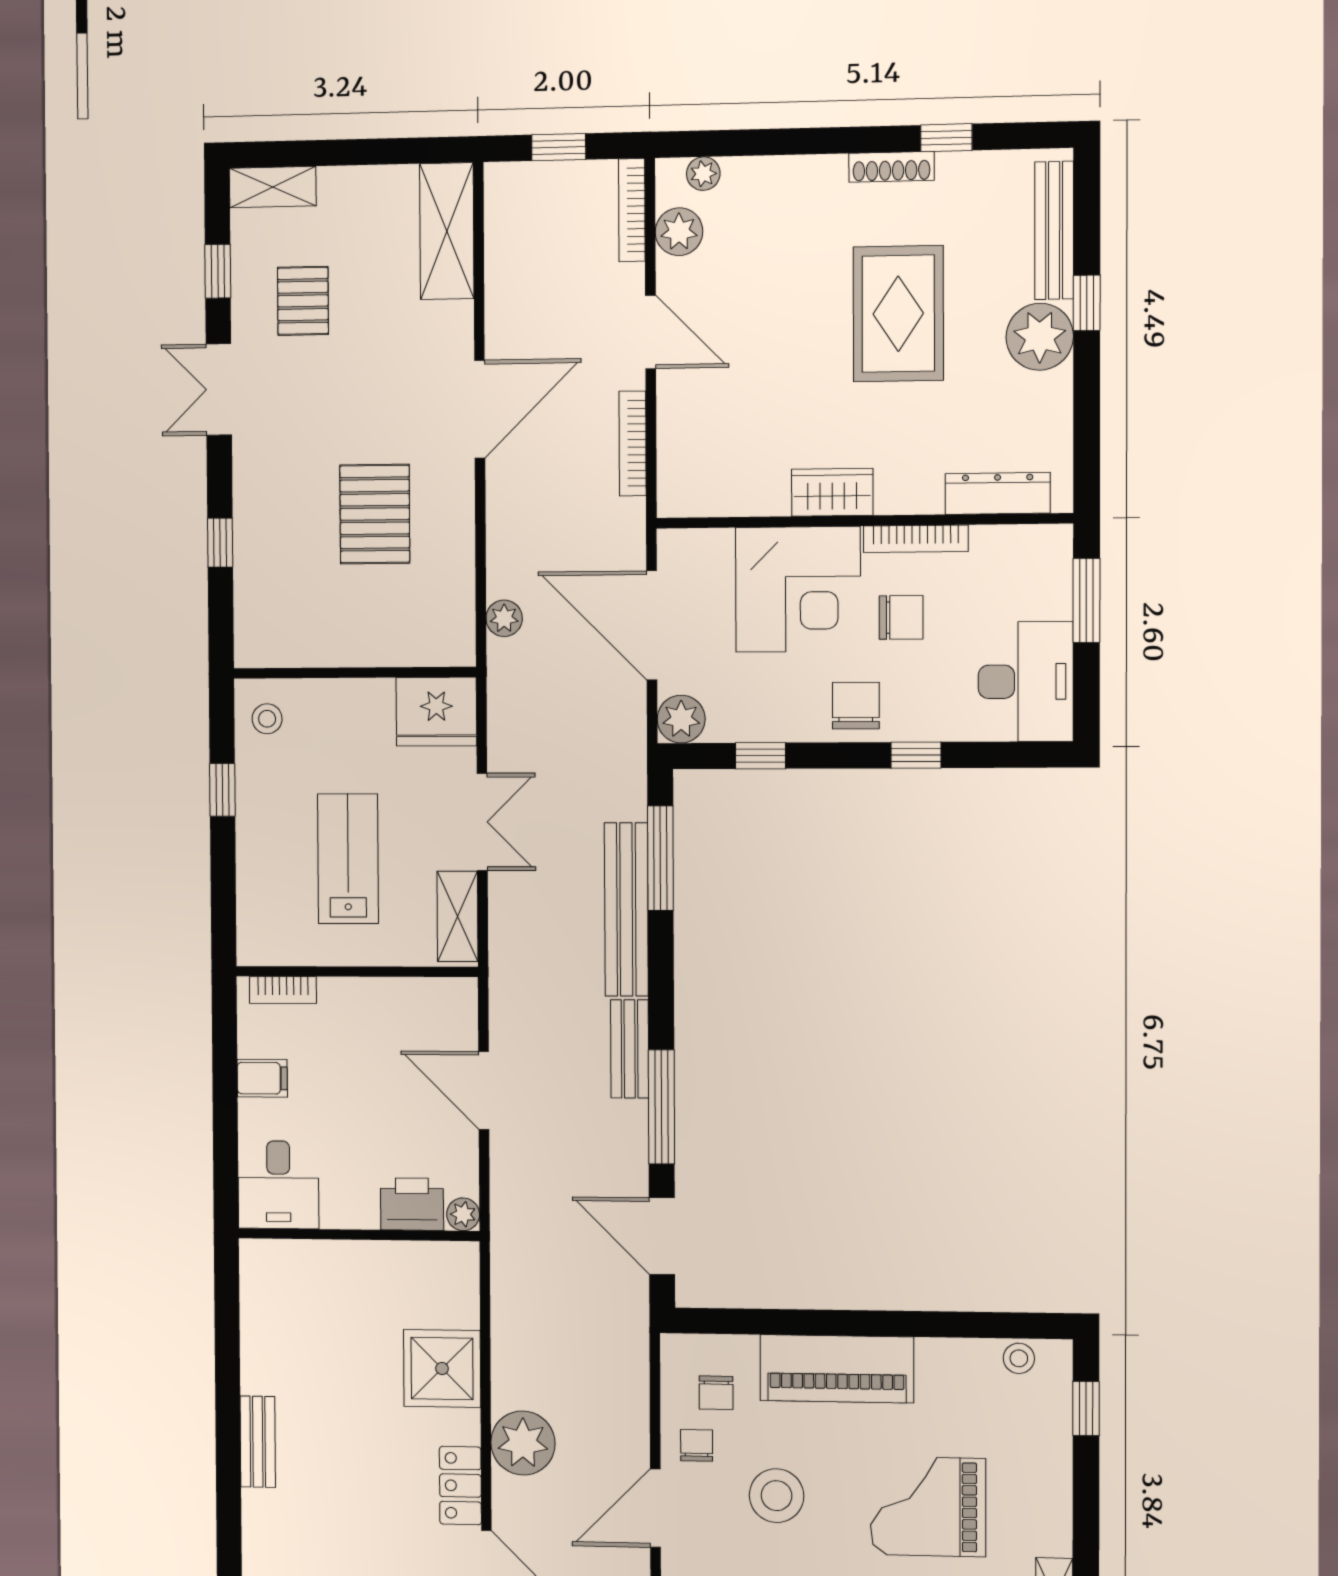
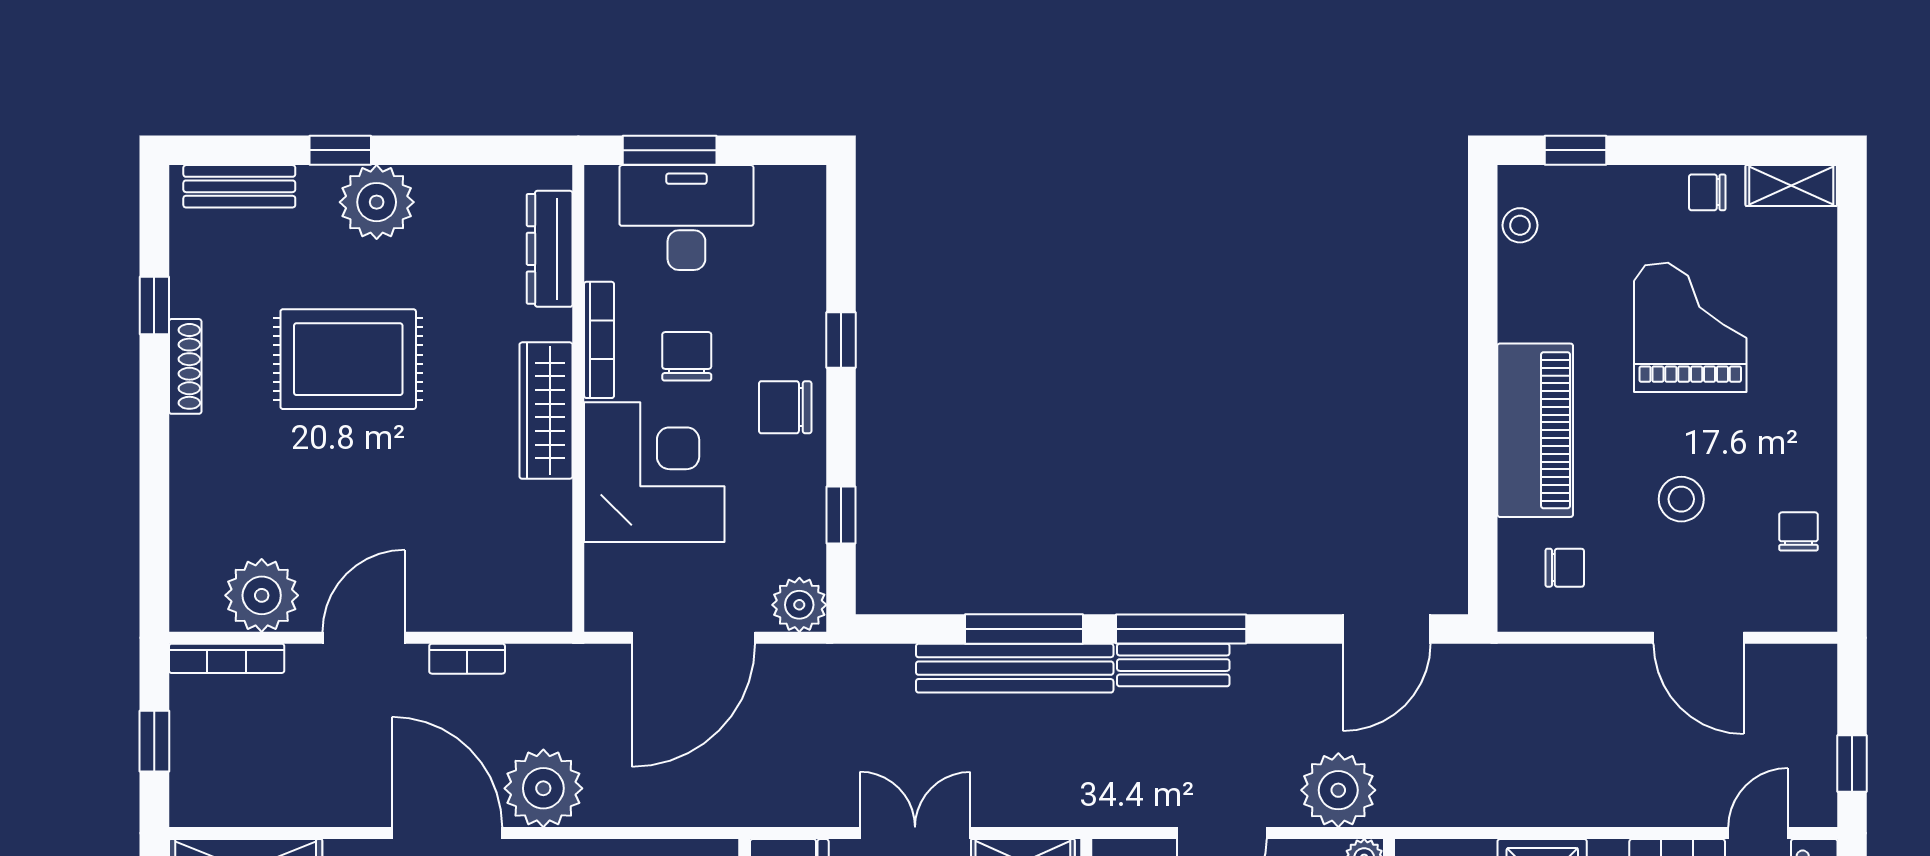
plant: (703, 174) -> (188, 577), removed
bench: (1054, 230) -> (239, 186), width x0.73
plant: (679, 232) -> (262, 595), width x1.36, depth x1.36
bookcase: (633, 443) -> (467, 659), width x0.64
wardrobe: (832, 492) -> (546, 411), width x1.50
plant: (504, 618) -> (543, 788), moved, width x1.88, depth x1.88
desk: (1026, 682) -> (686, 218), moved
window: (660, 858) -> (1024, 629), moved
window: (661, 1107) -> (1181, 629), moved
plant: (523, 1443) -> (1338, 790), moved
chair: (697, 1445) -> (1707, 192), moved
stool: (777, 1496) -> (1681, 499), width x0.73, depth x0.73
grand piano: (928, 1507) -> (1690, 327), turned 180

